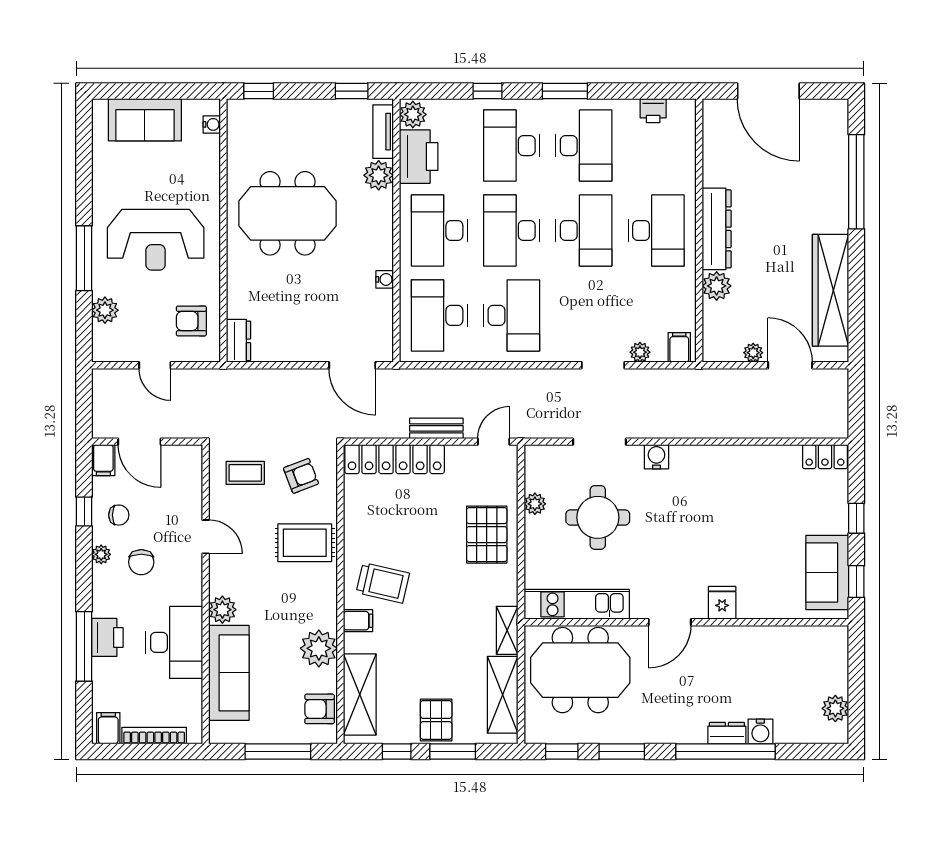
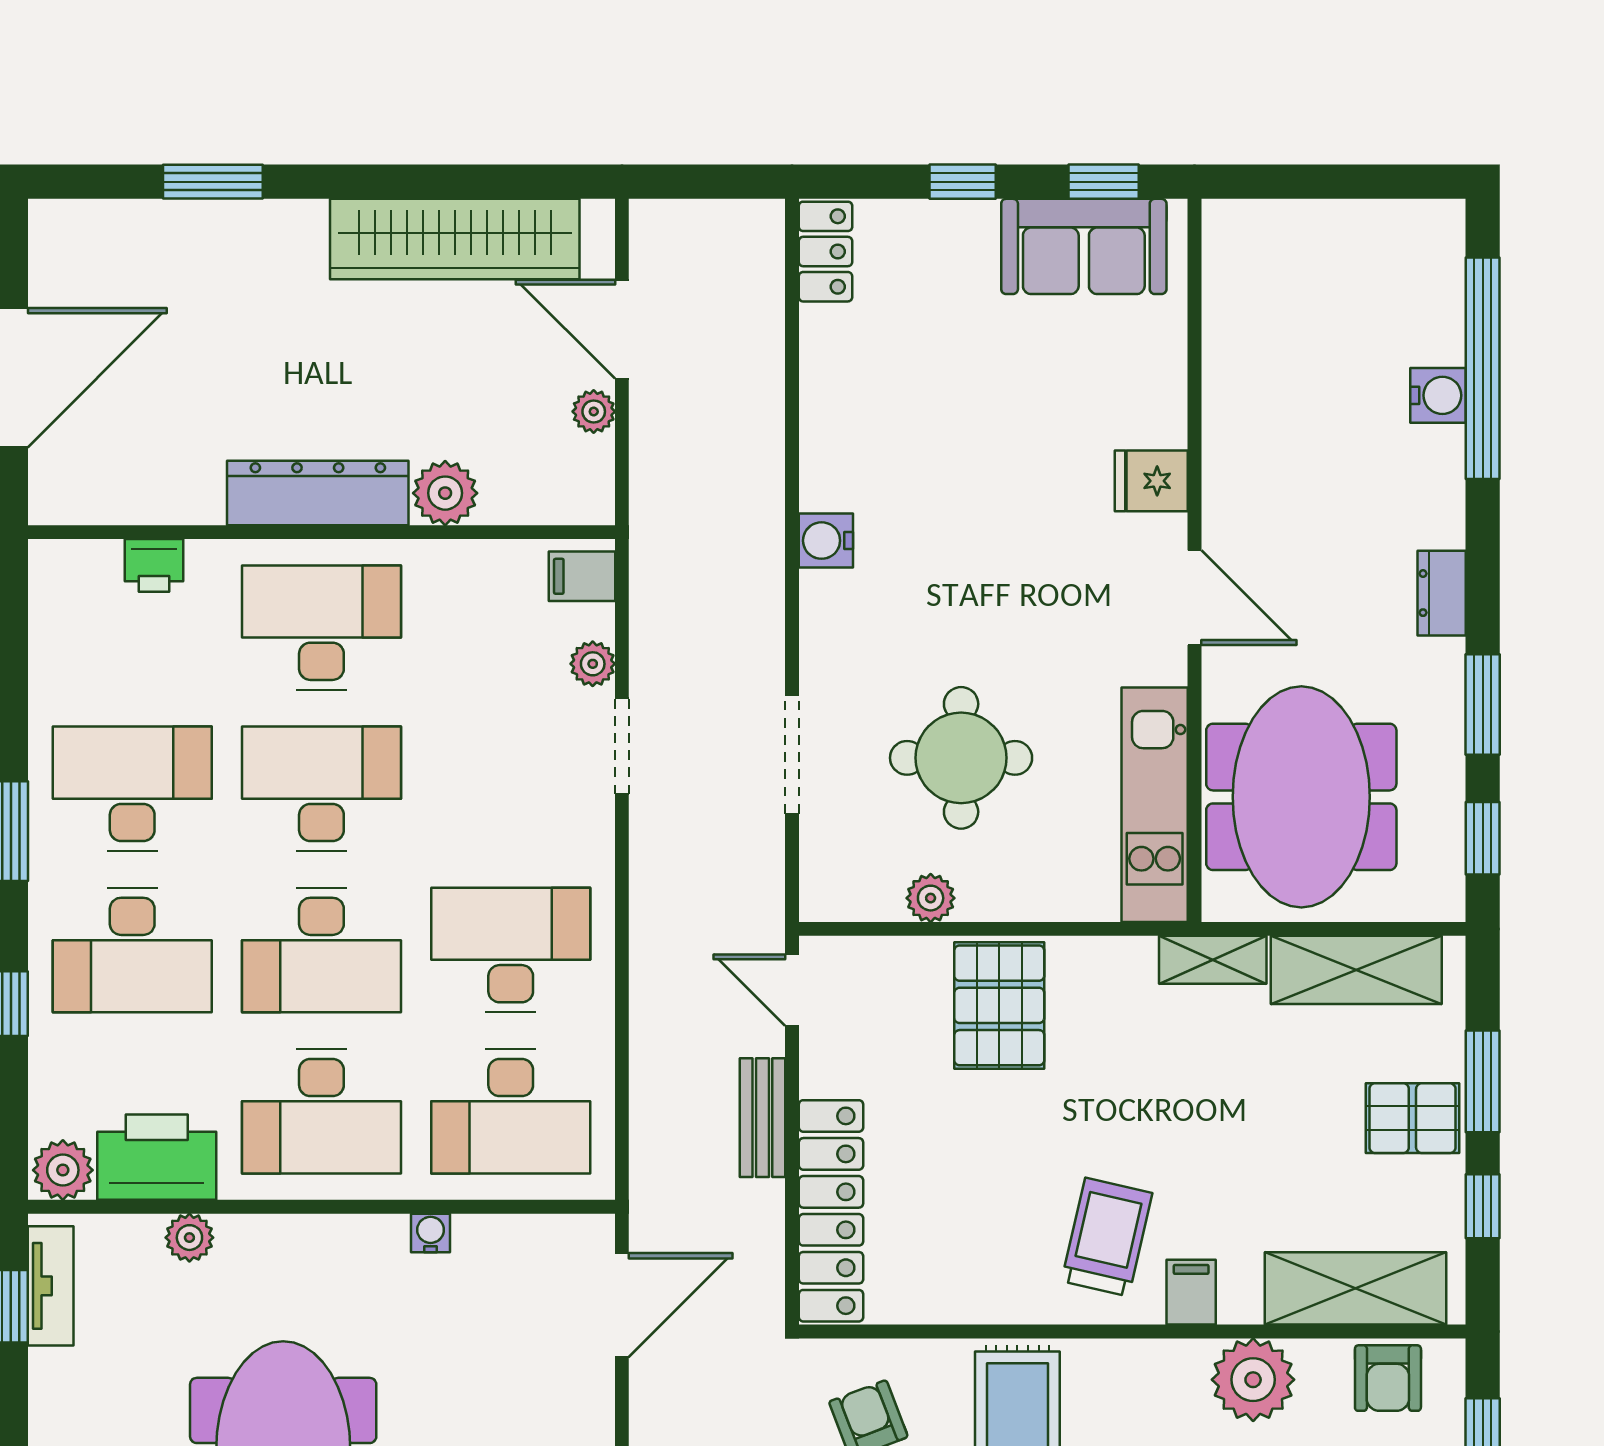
printer: (653, 111) -> (154, 565), moved, turned 90
tv unit: (383, 132) -> (51, 1286), moved, turned -90
plant: (379, 175) -> (189, 1238), width x0.73, depth x0.73
window: (856, 182) -> (213, 182), width x0.47
door: (790, 365) -> (622, 329), hinge flipped
water cooler: (656, 457) -> (826, 541), moved
pallet: (487, 535) -> (999, 1005), turned 90
plant: (835, 708) -> (1387, 228), removed
dresser: (727, 733) -> (1442, 593), moved
window: (725, 751) -> (1483, 368), moved

